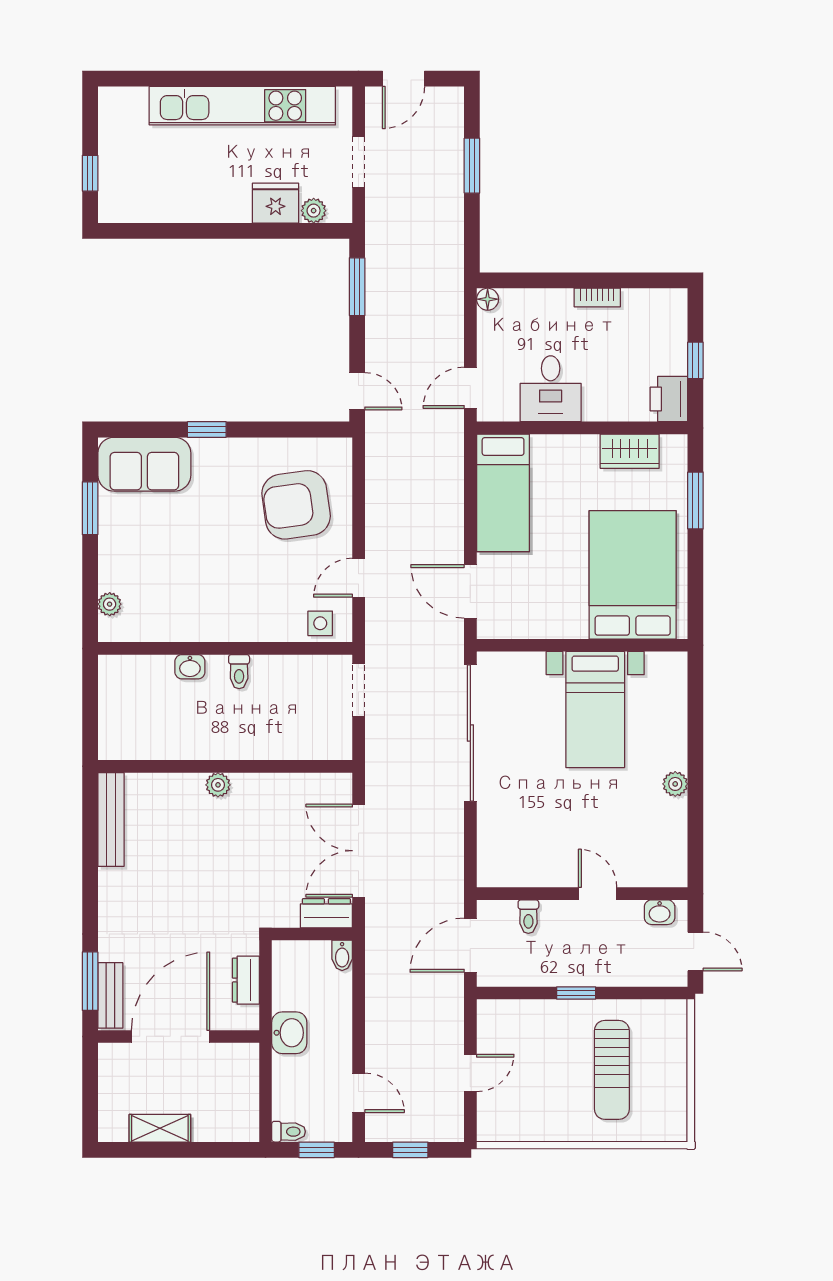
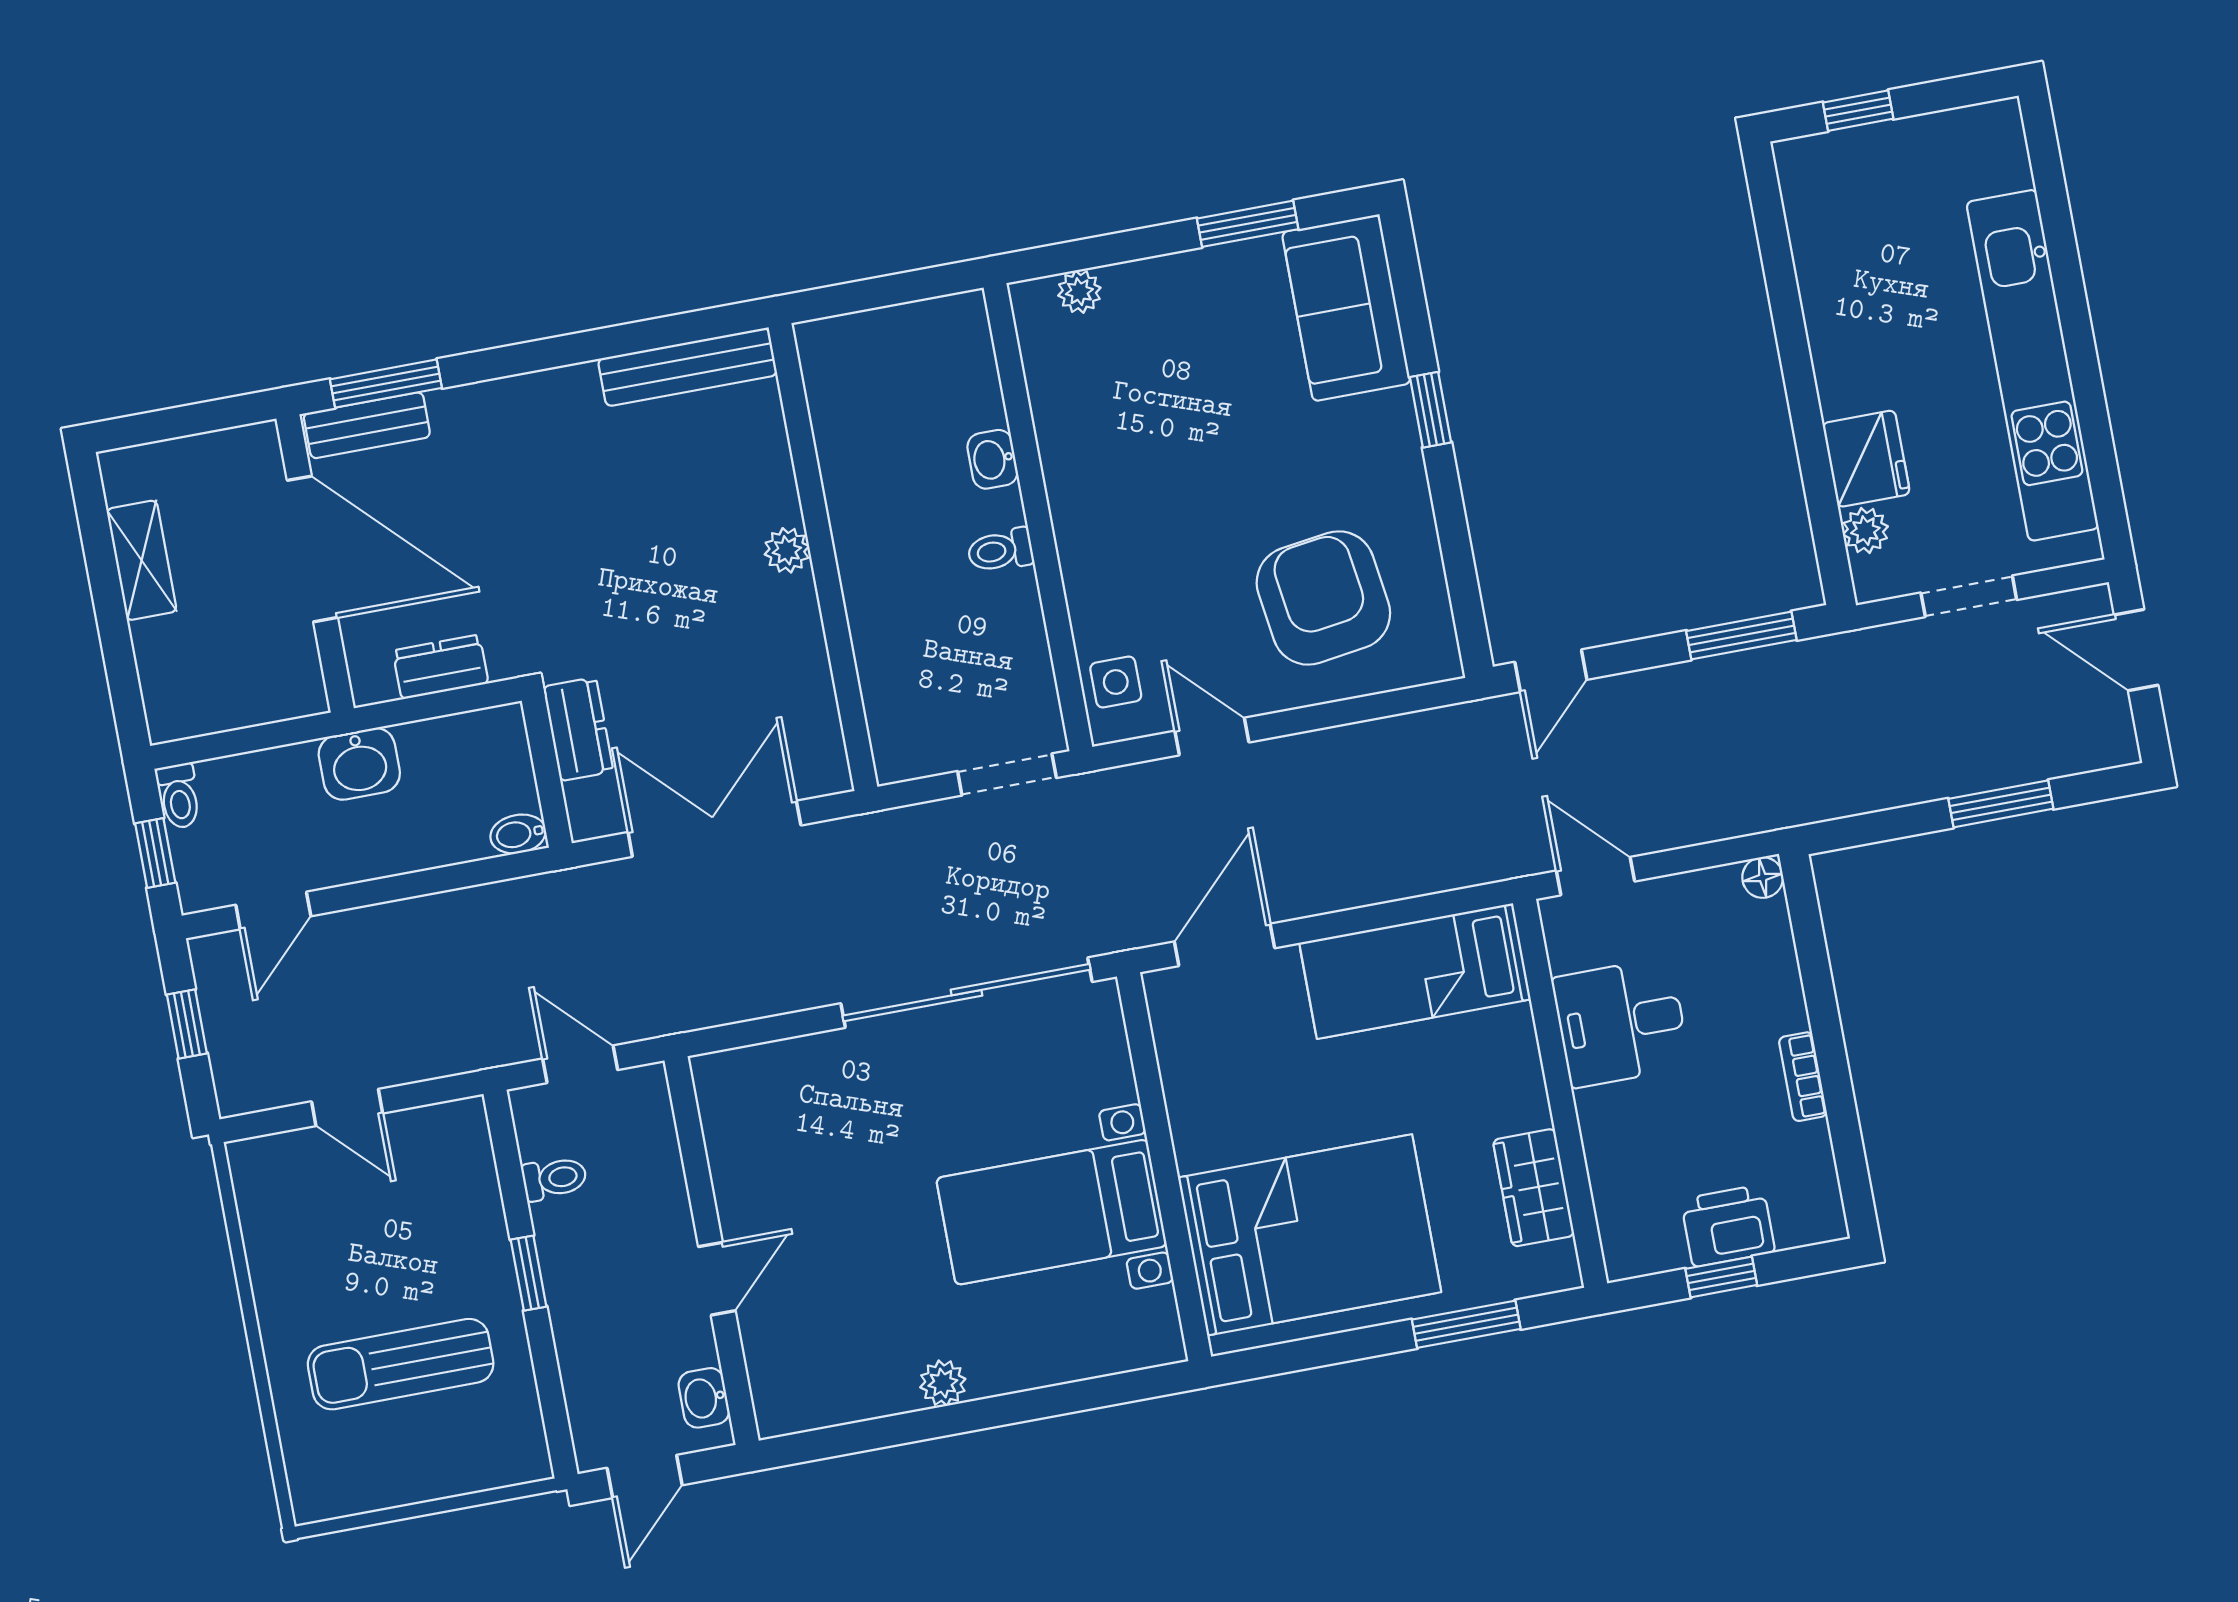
printer: (669, 399) -> (1728, 1226), moved
dresser: (326, 913) -> (578, 729), moved
toilet: (528, 917) -> (554, 1178), moved, turned 180
door: (470, 945) -> (580, 1064), width x0.73

